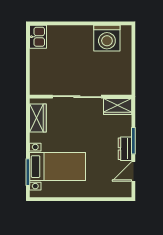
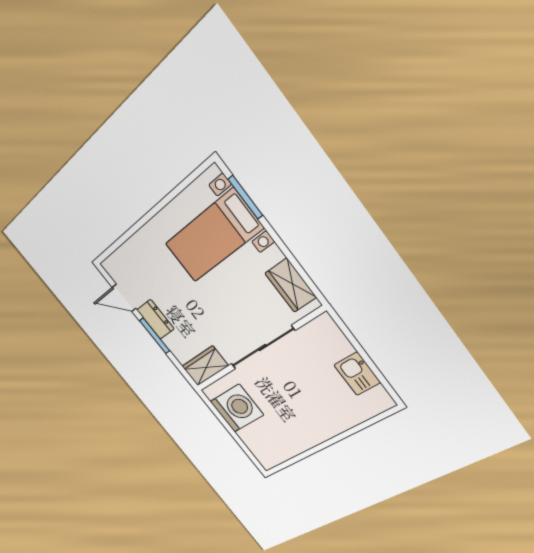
kitchen sink: (38, 37) -> (357, 374), moved
washing machine: (107, 38) -> (237, 408), moved, turned 90
door: (133, 171) -> (124, 298), swing flipped

